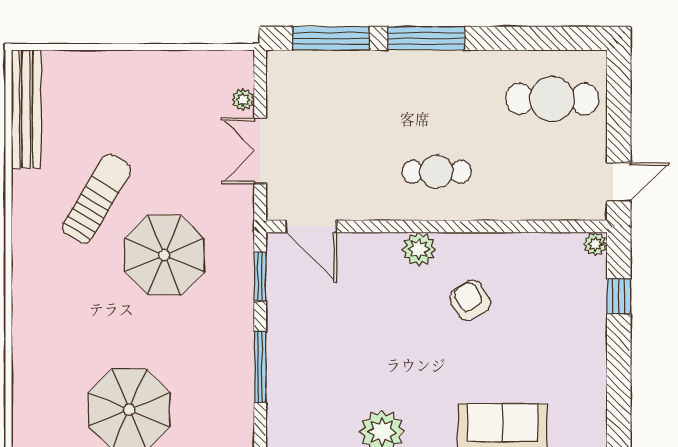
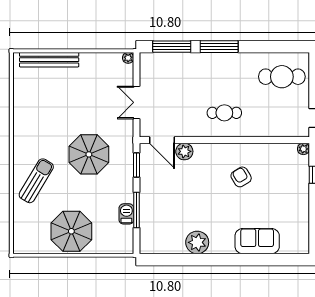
plant: (243, 100) -> (128, 58), moved
bench: (26, 109) -> (49, 60), moved, turned 90
sun lounger: (97, 199) -> (36, 181), moved
plant: (419, 249) -> (184, 151), moved
barbecue: (240, 375) -> (126, 214), added

